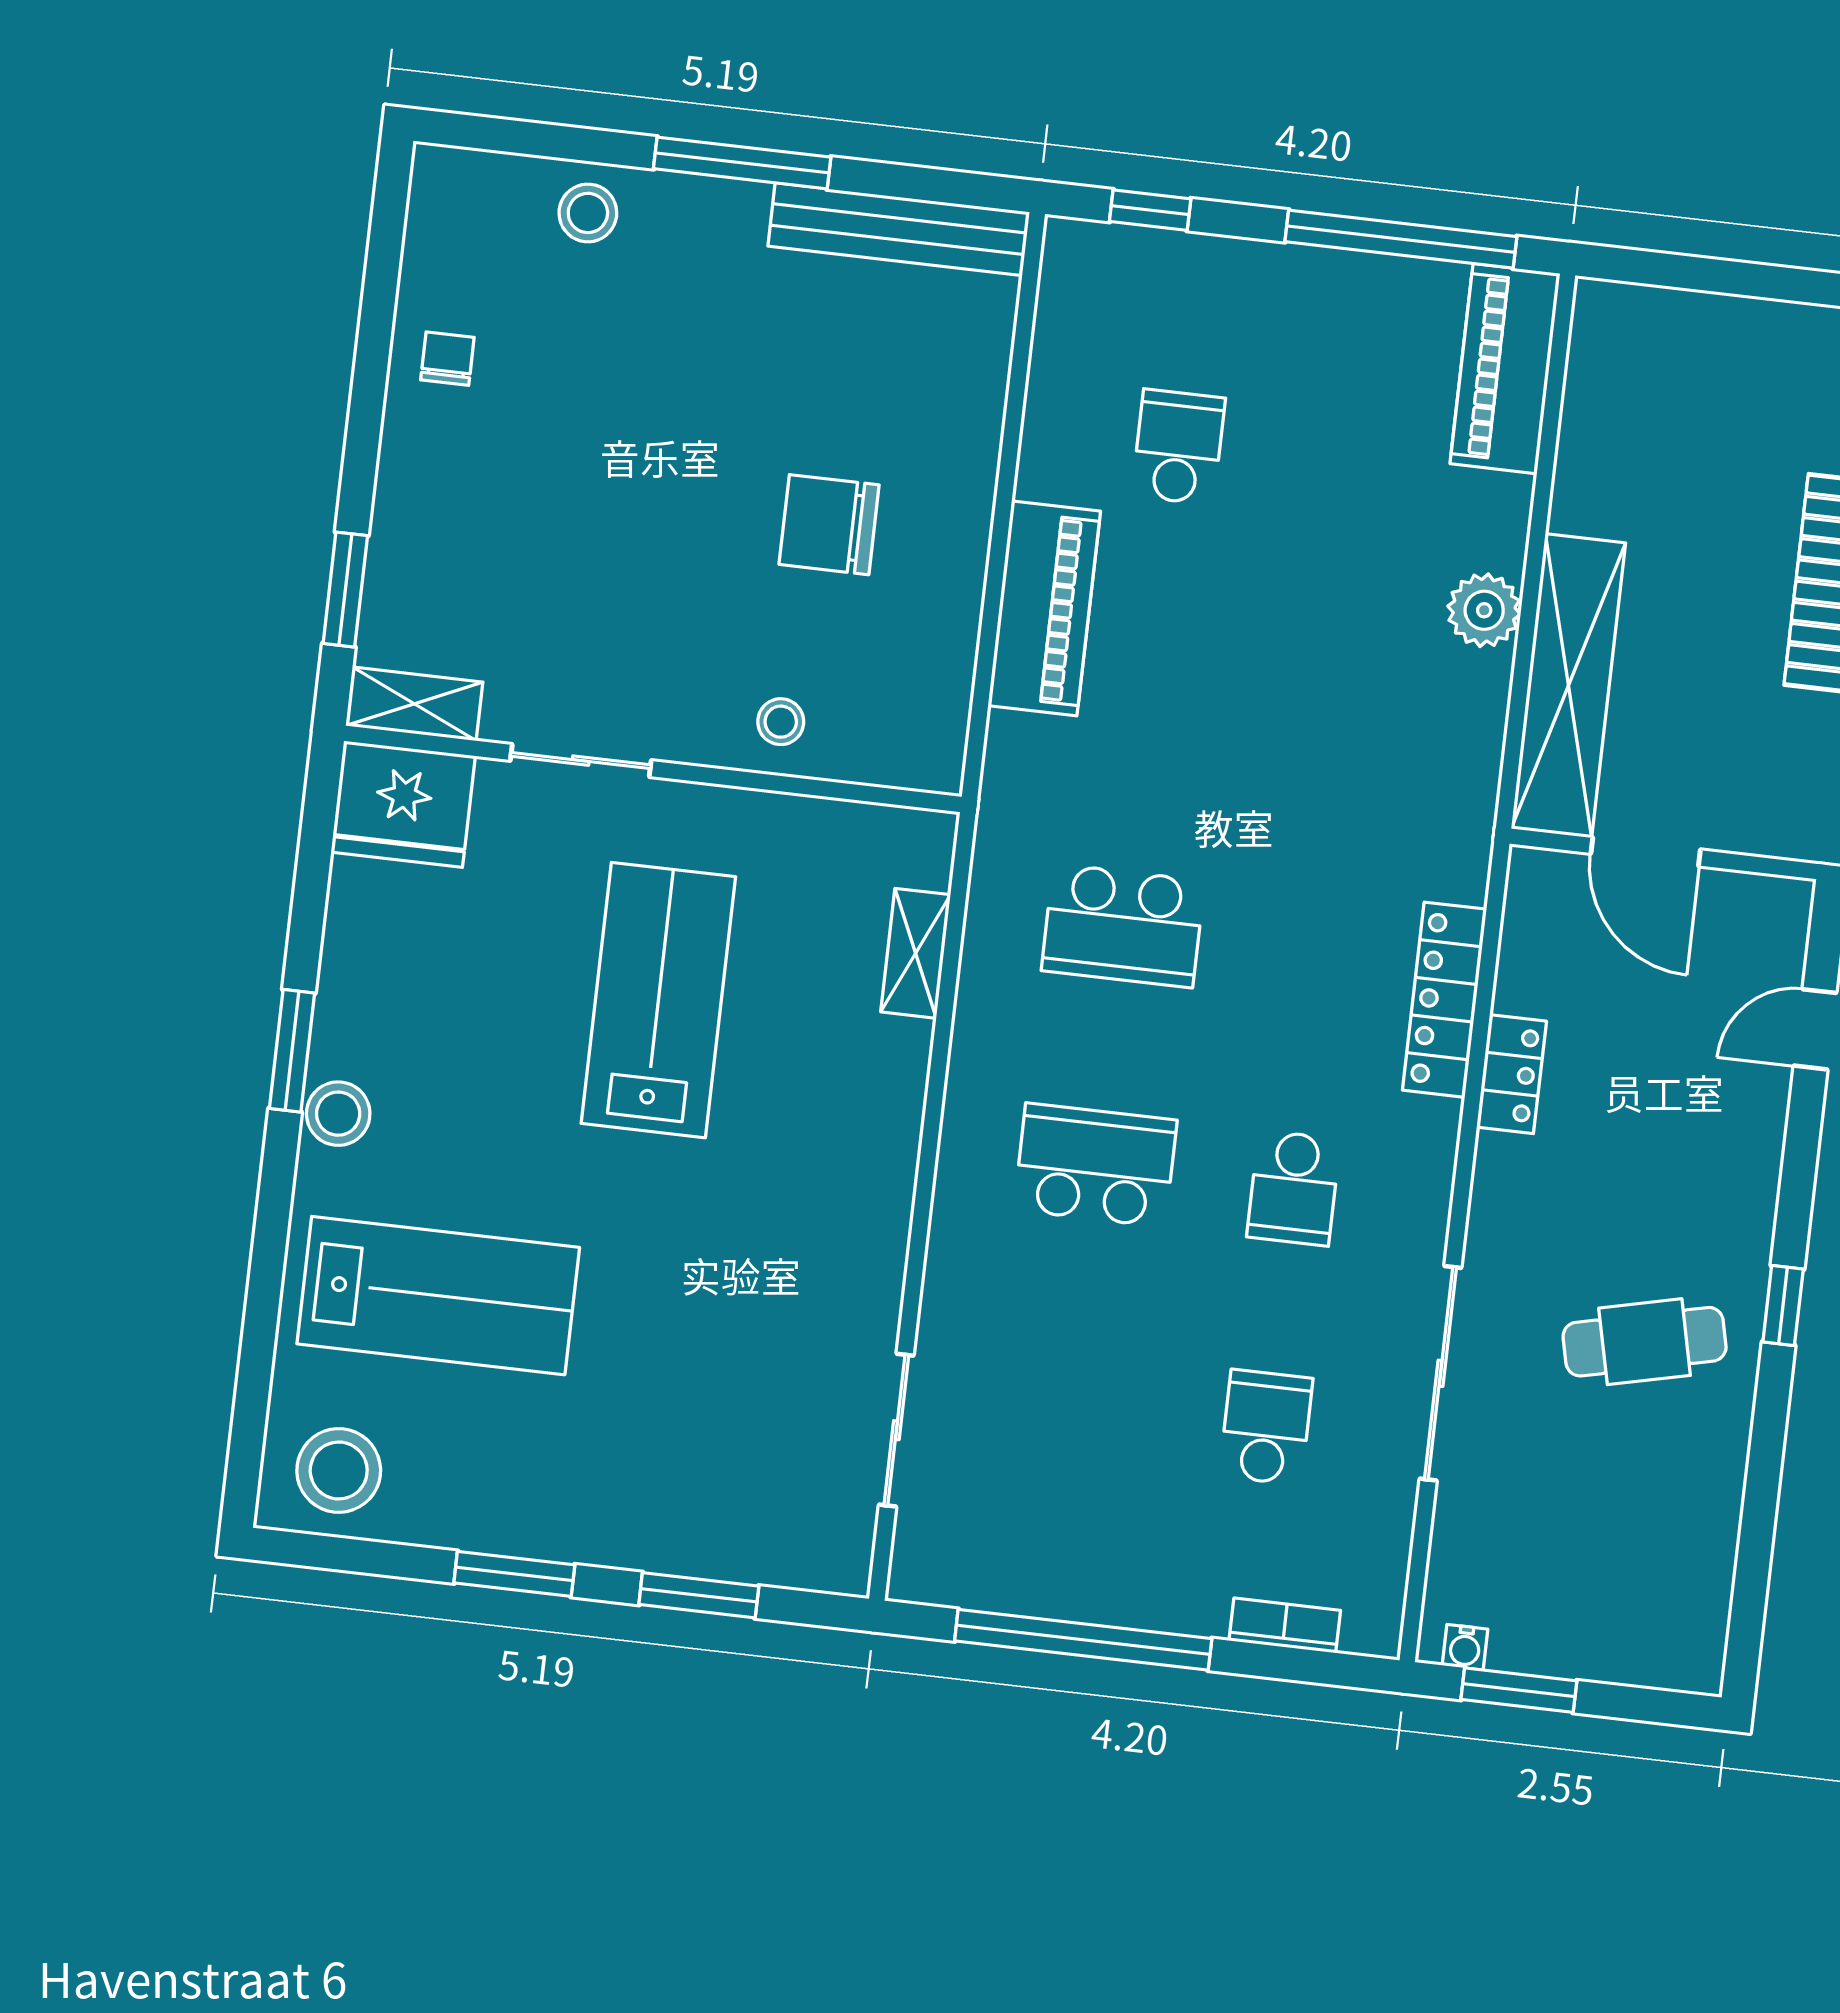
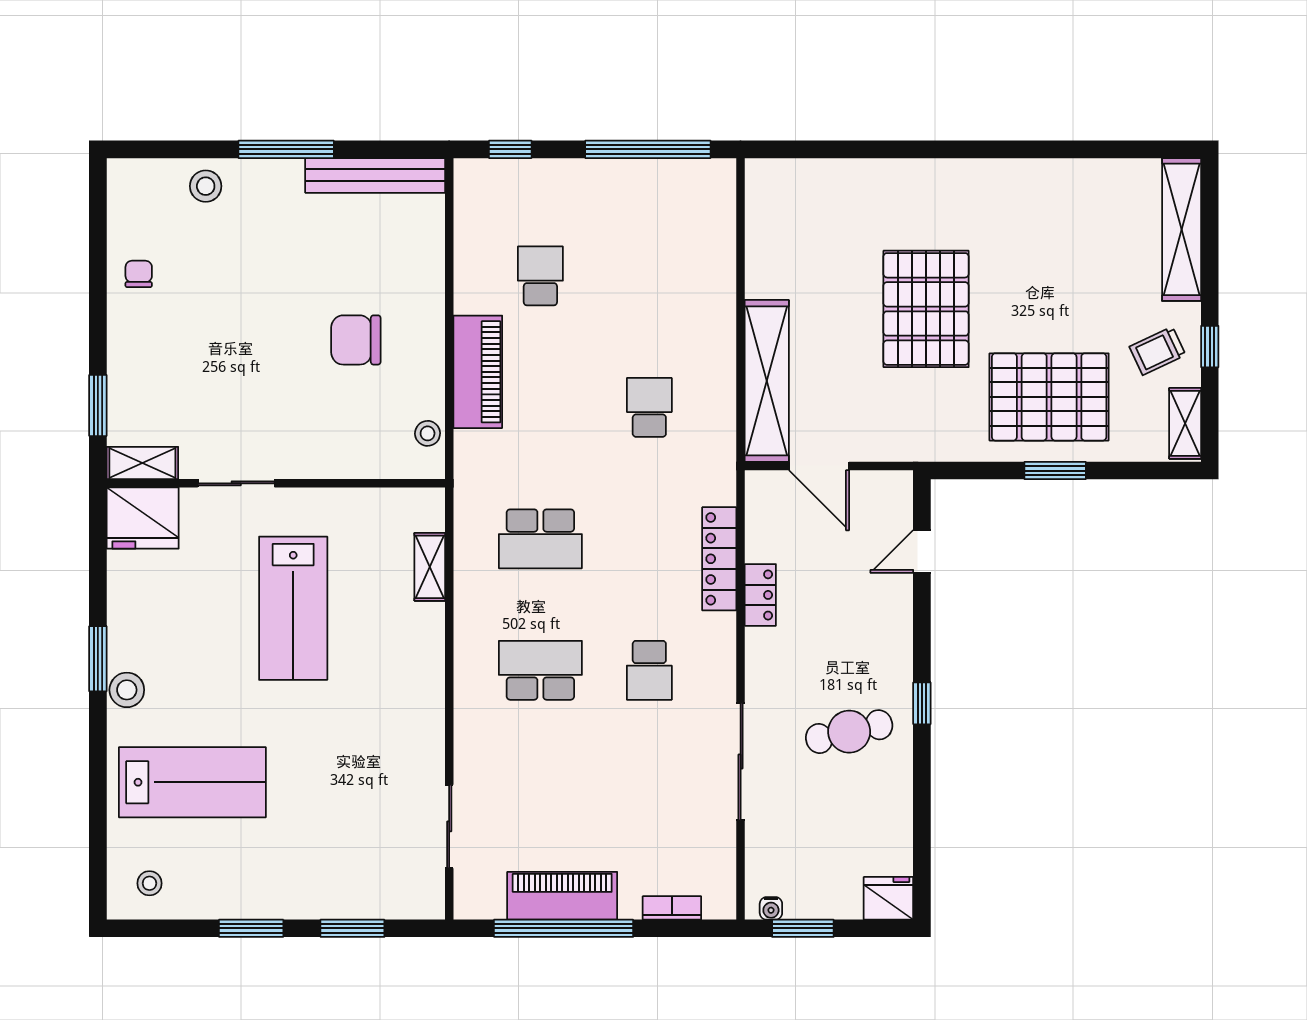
piano: (1505, 369) -> (562, 896), moved, turned 90
plant: (1484, 610) -> (716, 345), removed
stool: (781, 722) -> (428, 433), moved
lab bench: (658, 1000) -> (293, 608), turned 180
school desk: (1266, 1427) -> (649, 407), moved
stool: (339, 1470) -> (149, 883), width x0.53, depth x0.53
fridge: (1681, 1654) -> (888, 898), added

